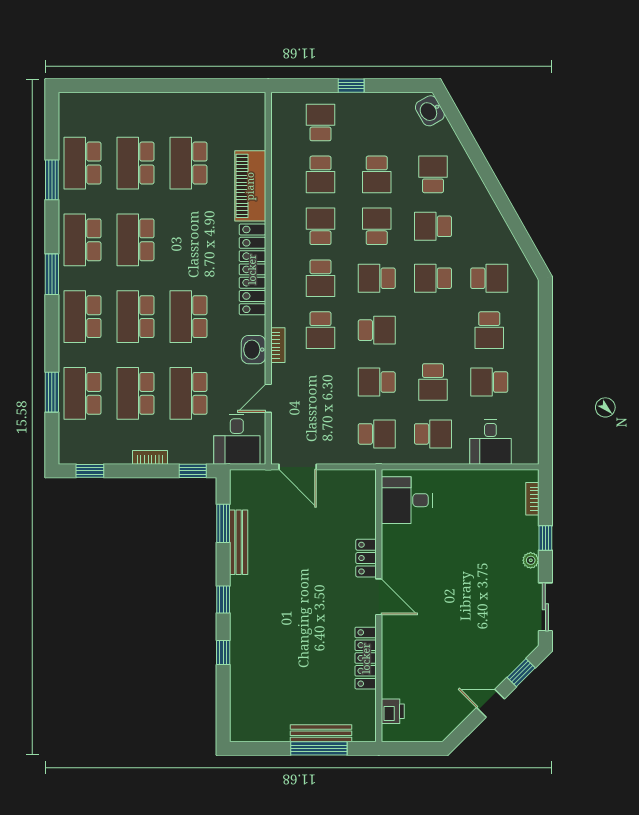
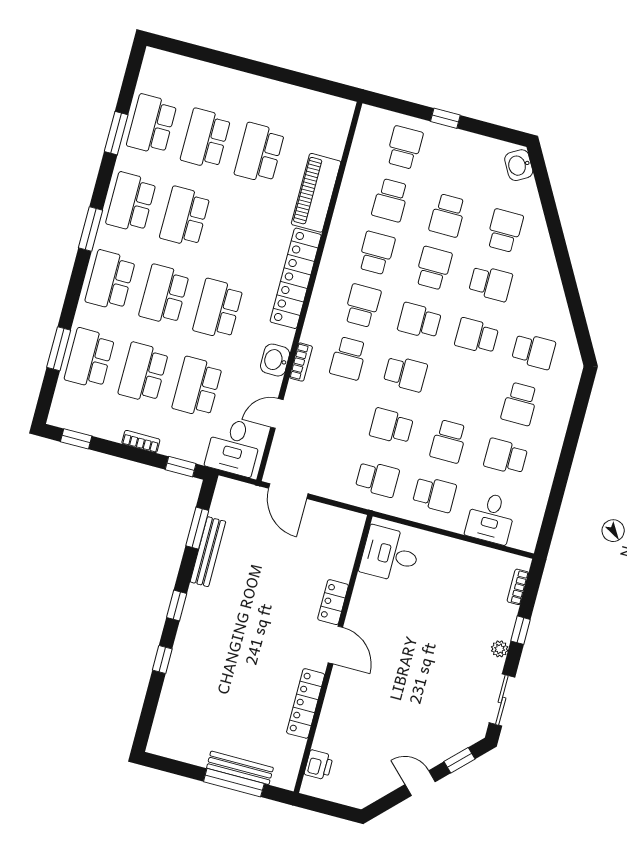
school desk: (433, 226) -> (491, 283), turned 180
school desk: (320, 278) -> (362, 306), turned 180

